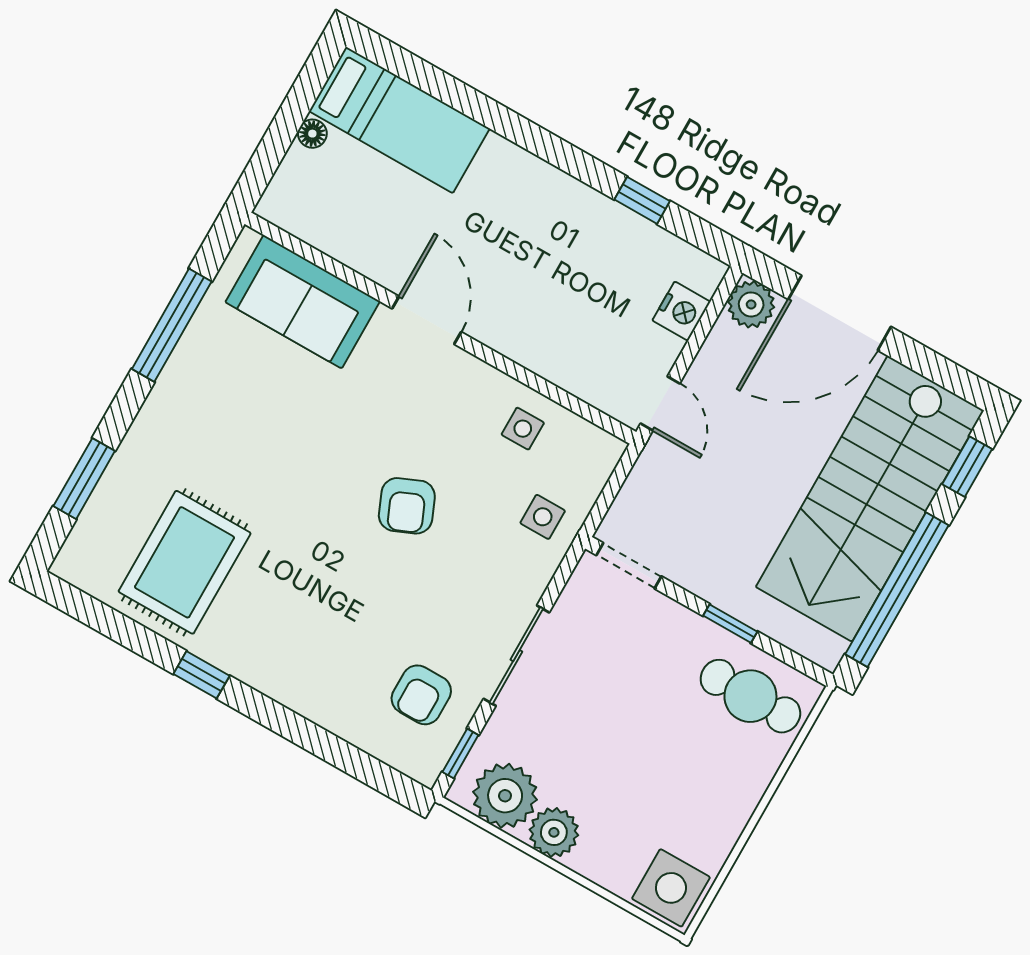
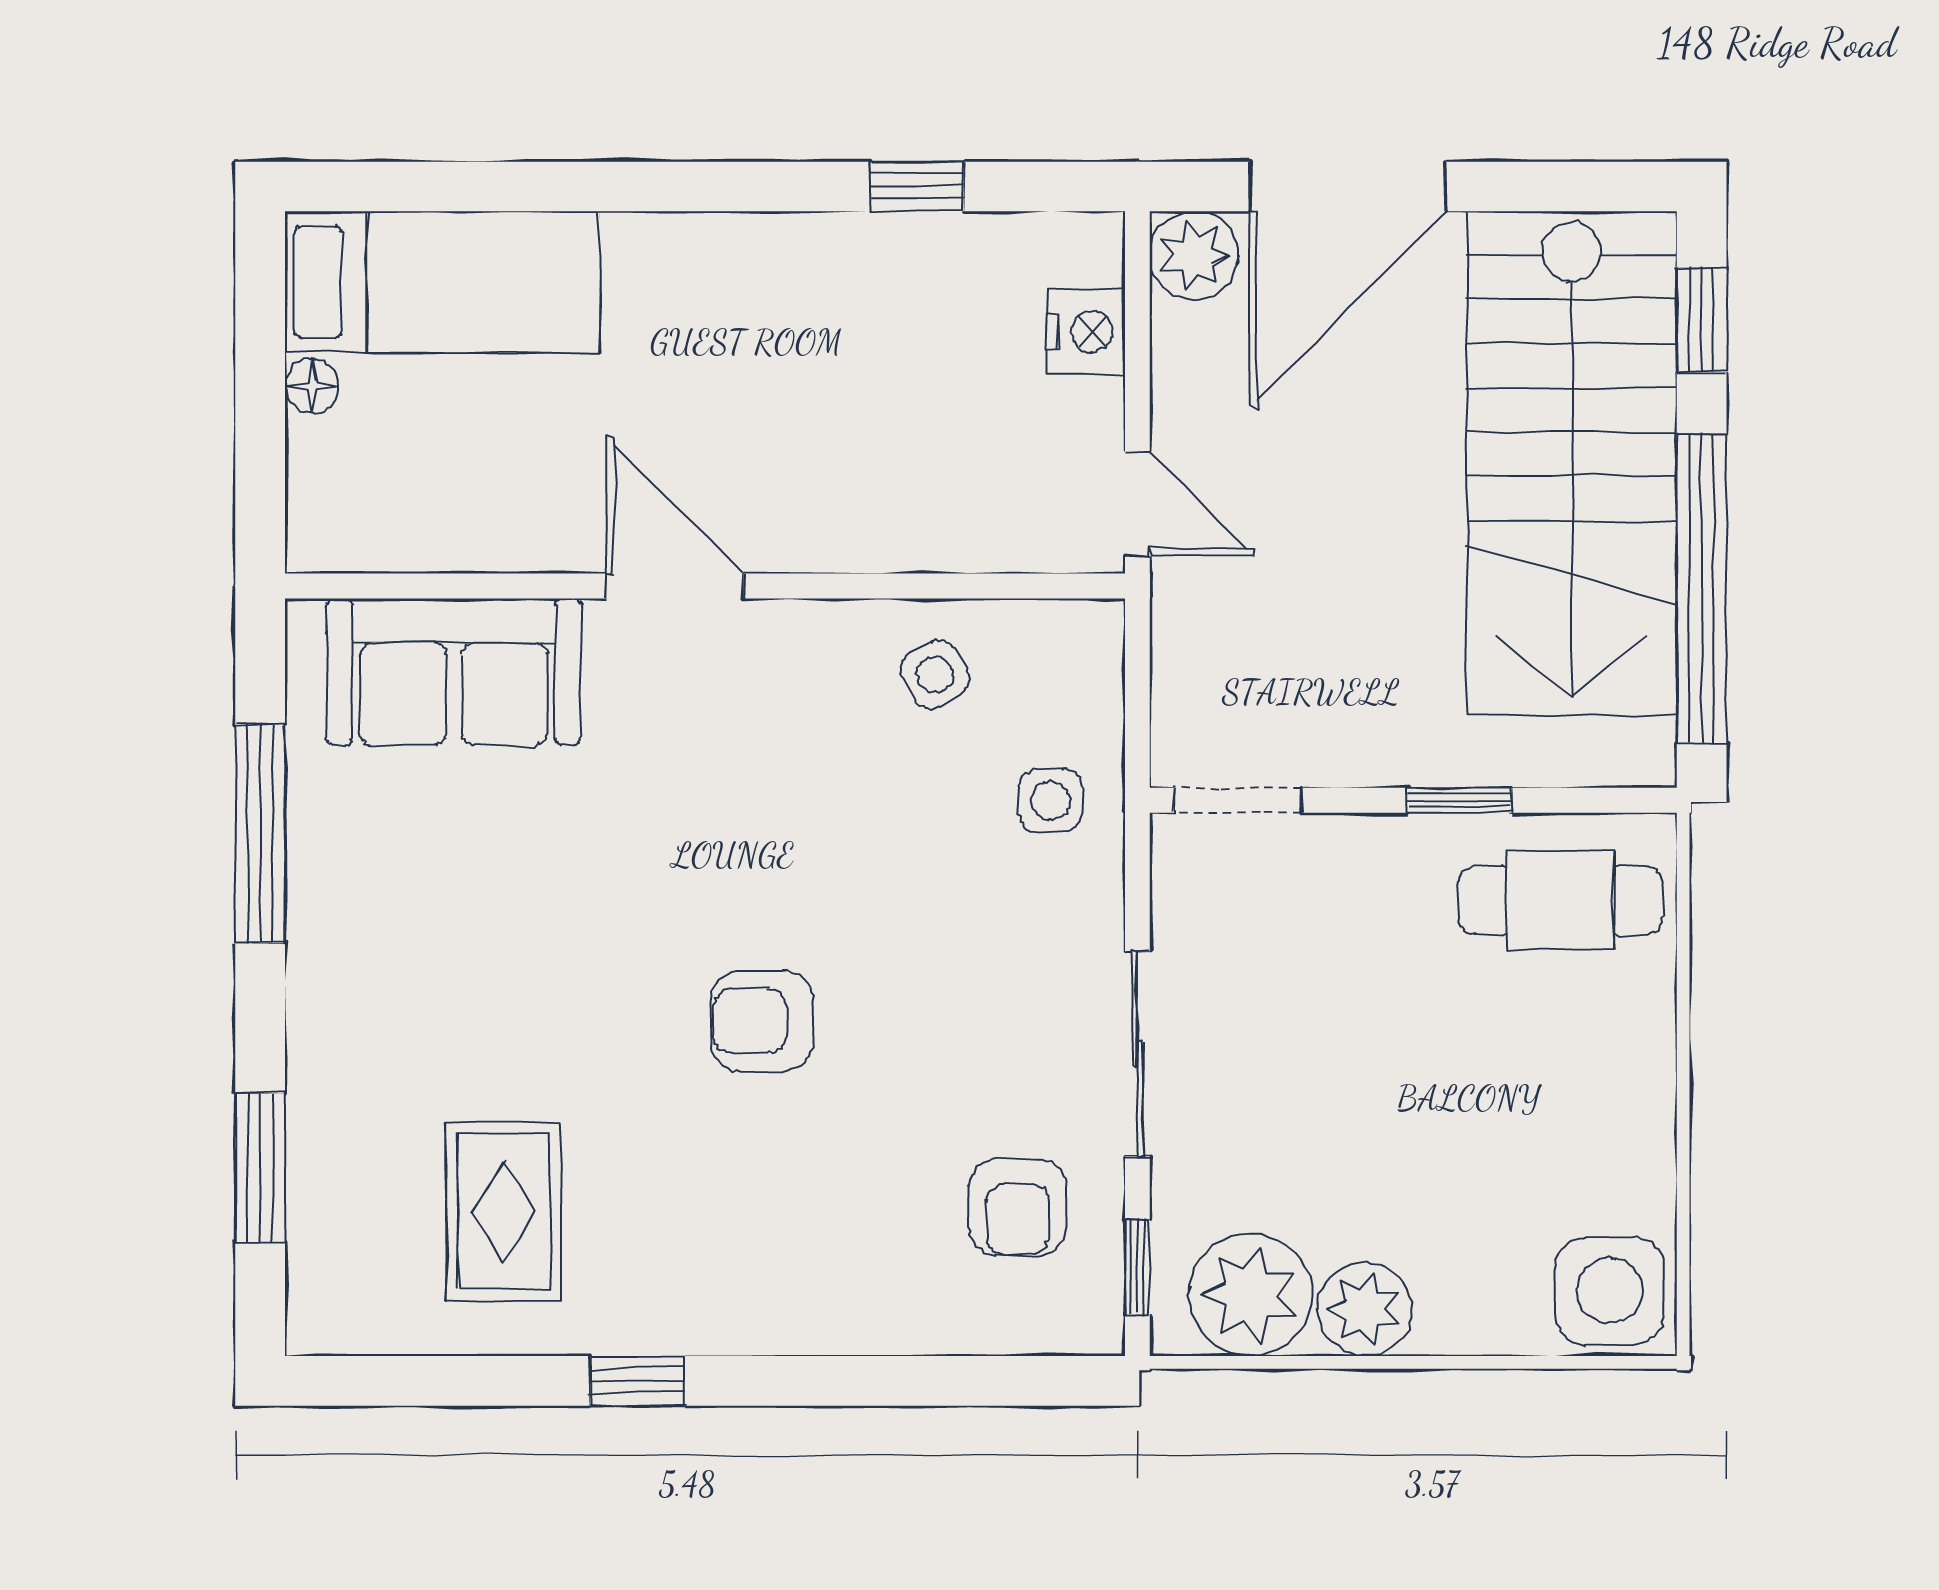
side table: (523, 429) -> (935, 674), turned -30
armchair: (407, 506) -> (762, 1021), moved, turned 113
rug: (185, 562) -> (504, 1212), width x0.73, depth x0.70

